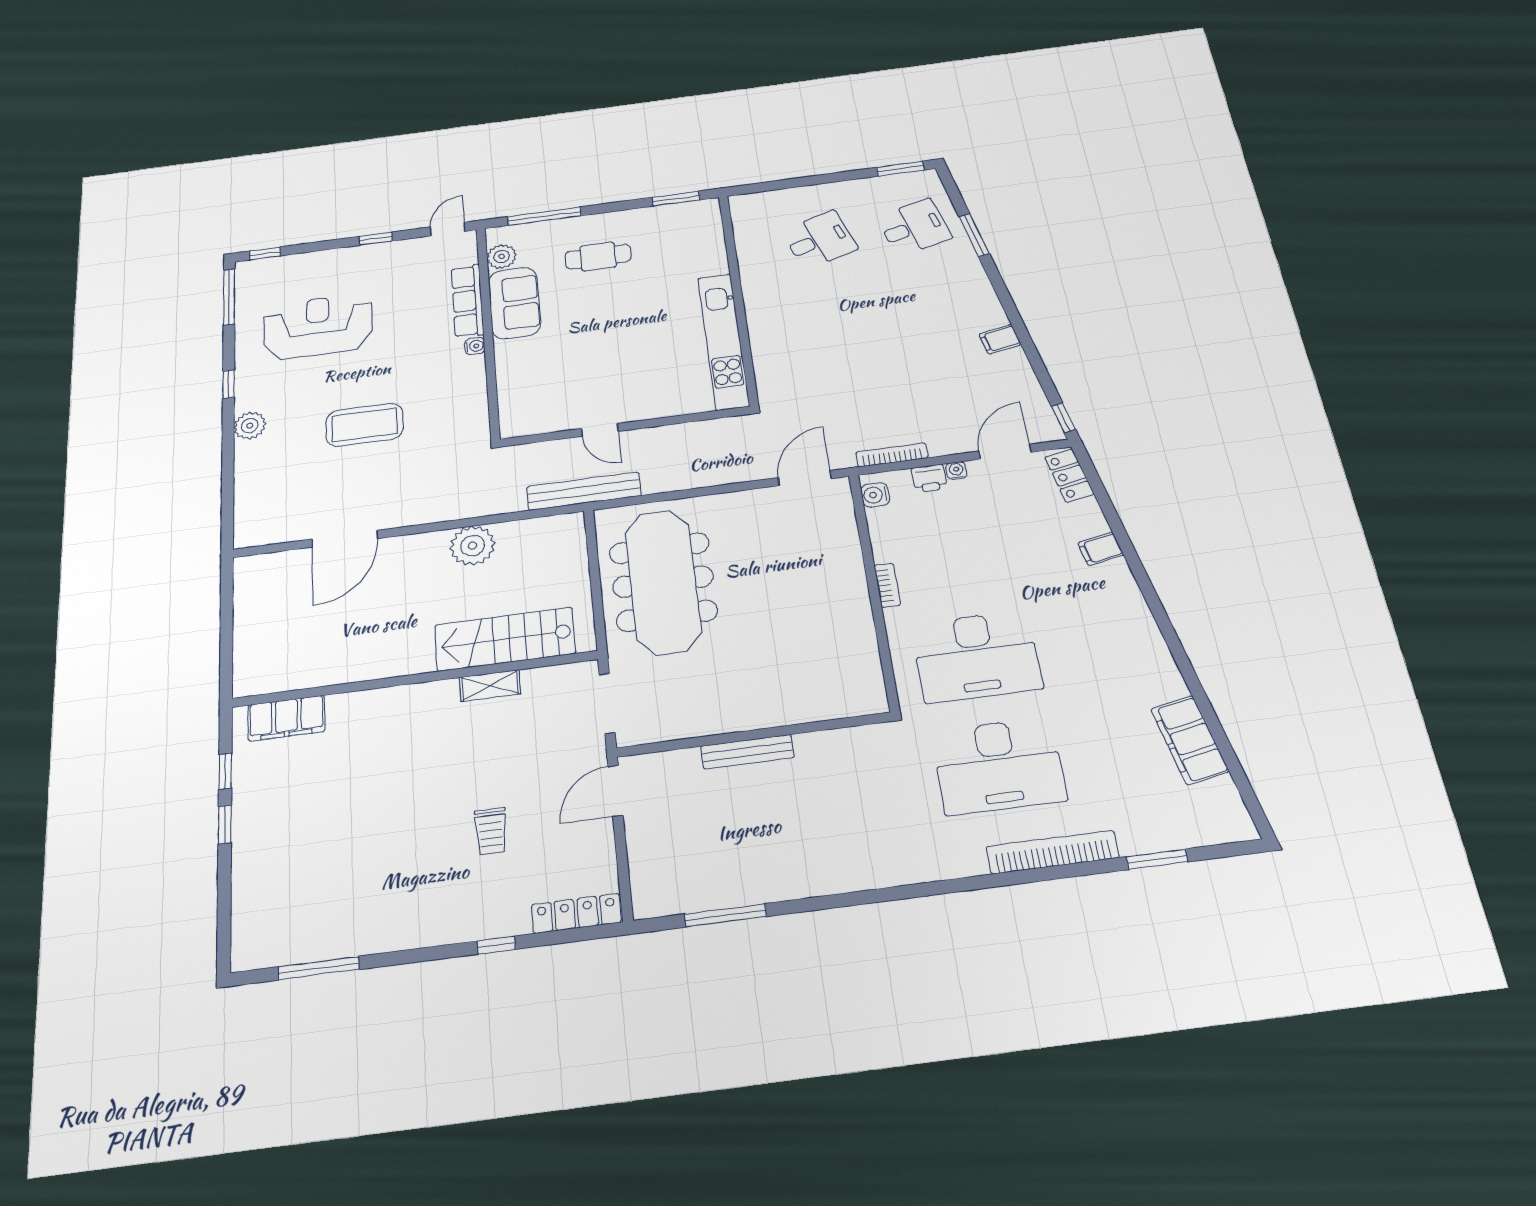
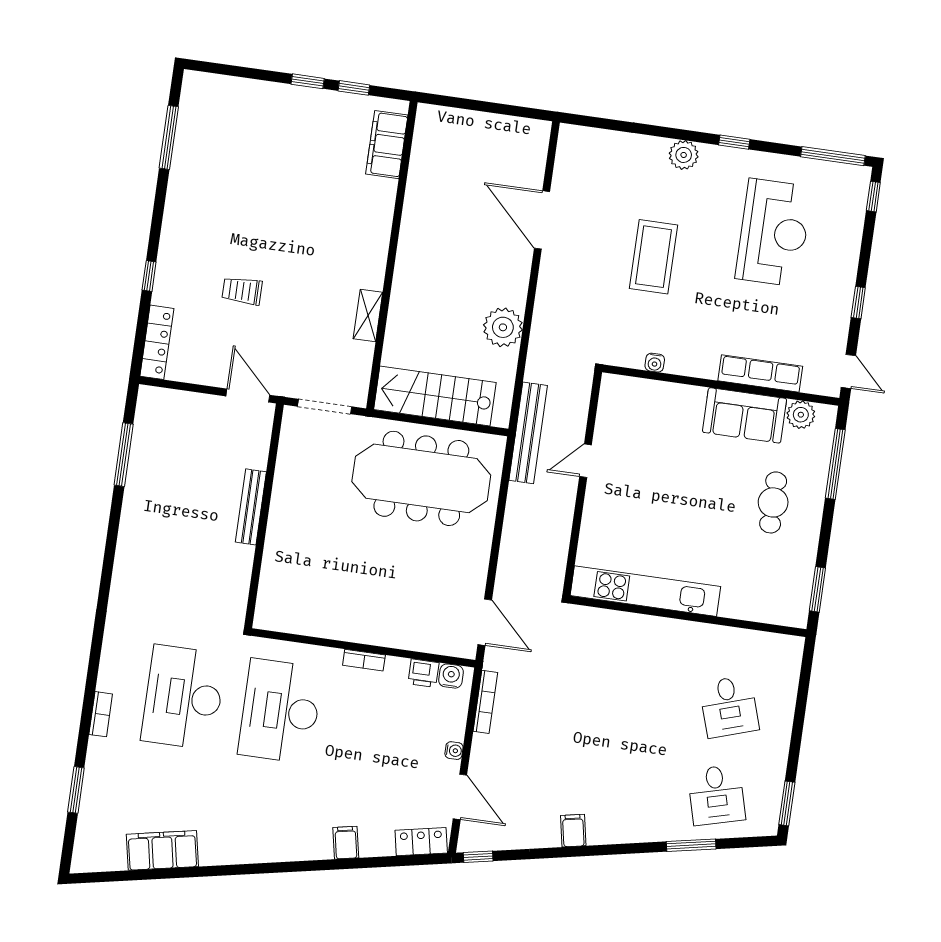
water cooler: (475, 346) -> (655, 363), moved
printer: (929, 478) -> (424, 673), moved, turned -90
stairs: (505, 639) -> (435, 396), moved, turned -90
bookcase: (1053, 852) -> (101, 714), width x0.43, depth x0.76

